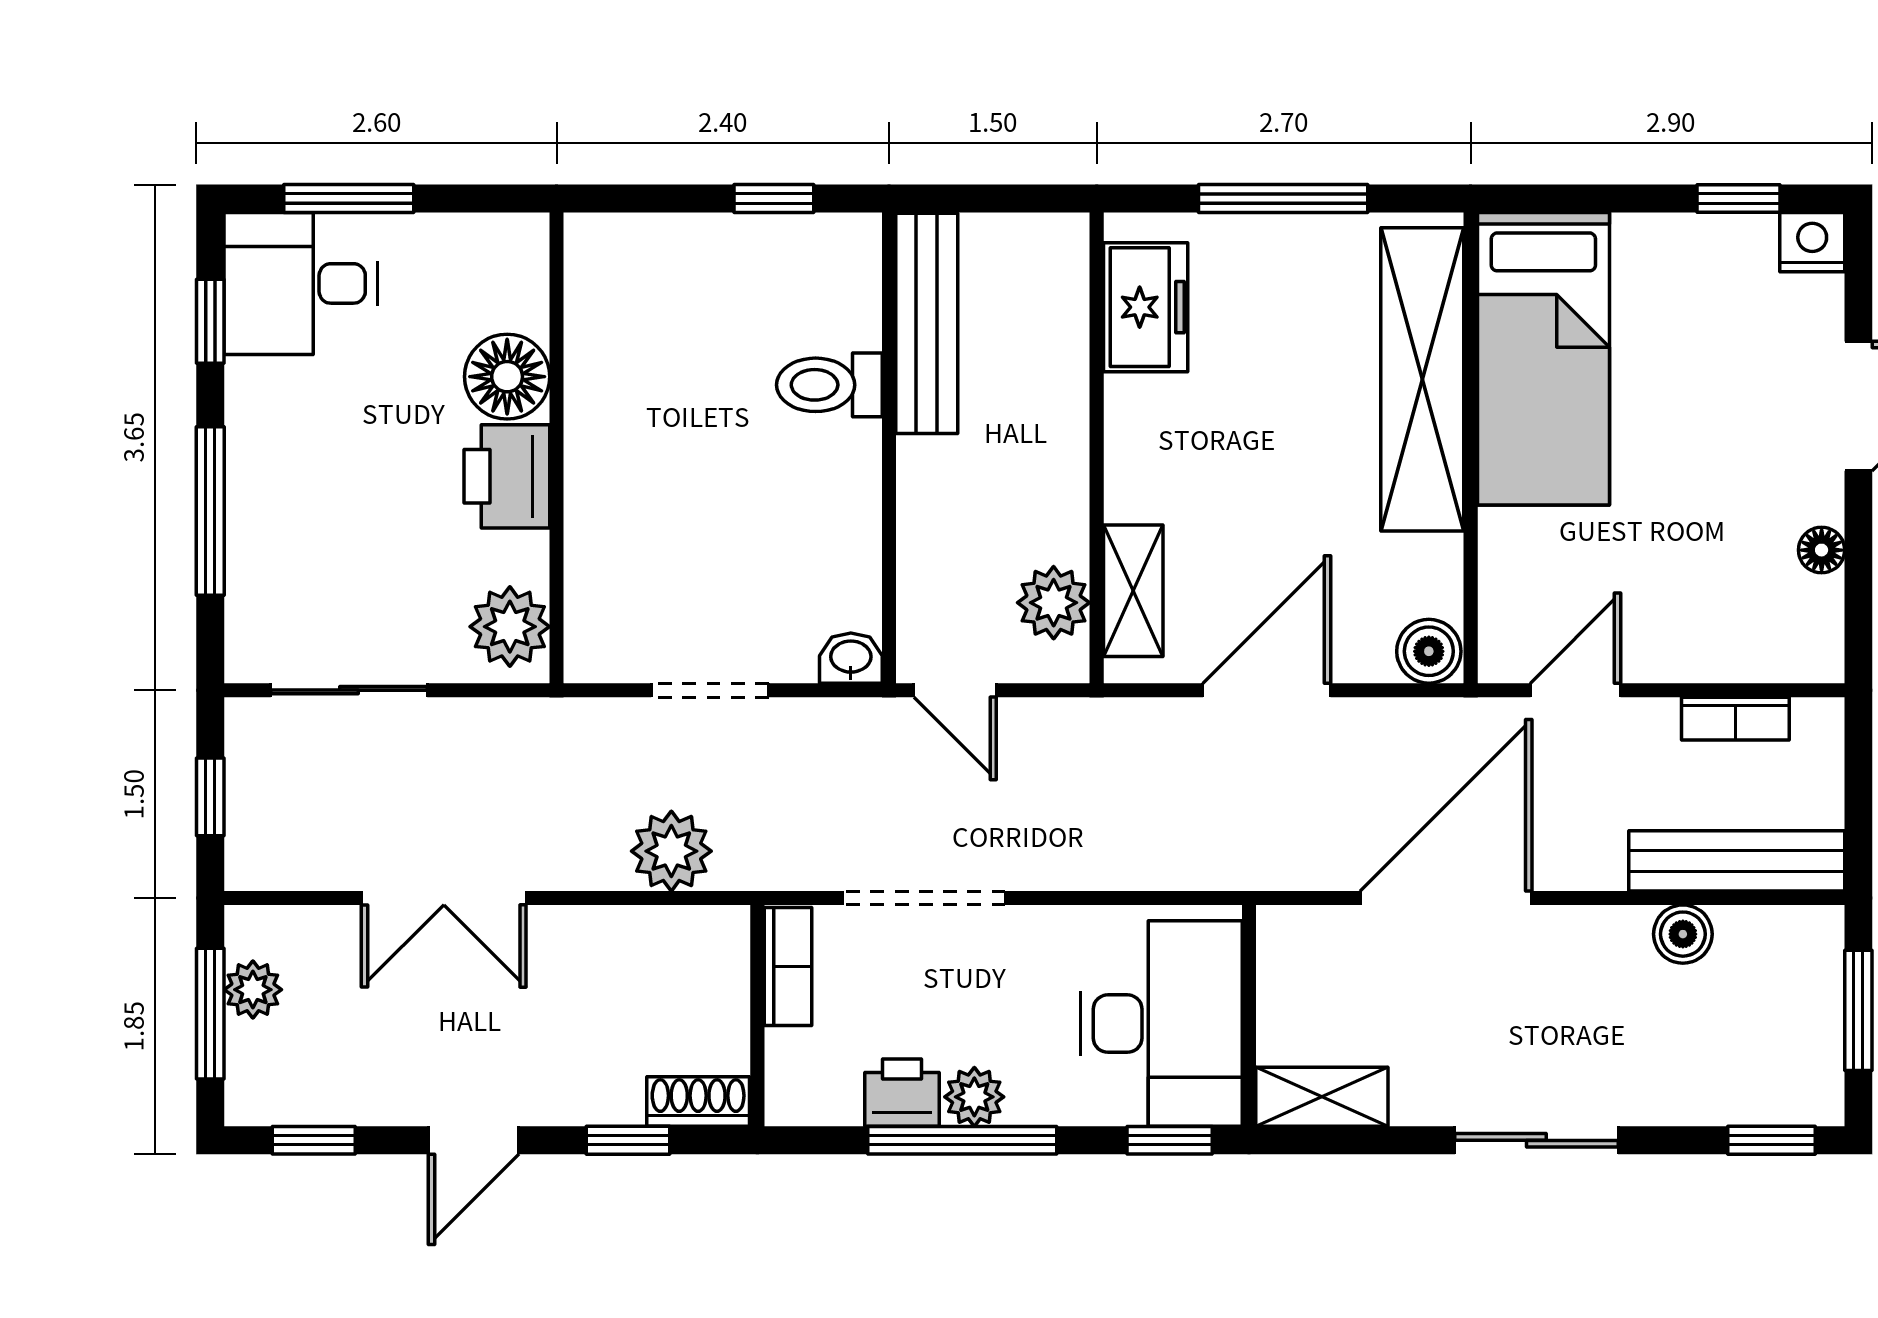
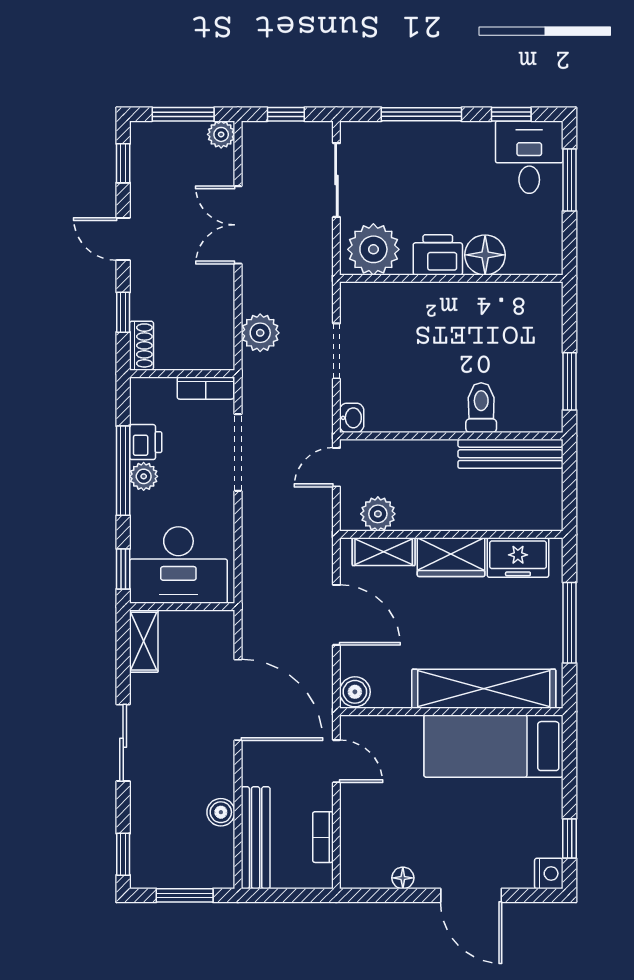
window: (774, 199) -> (569, 381), width x1.50
wardrobe: (1145, 448) -> (451, 557), added
plant: (510, 627) -> (373, 249), width x1.36, depth x1.36
plant: (253, 990) -> (221, 134), moved

